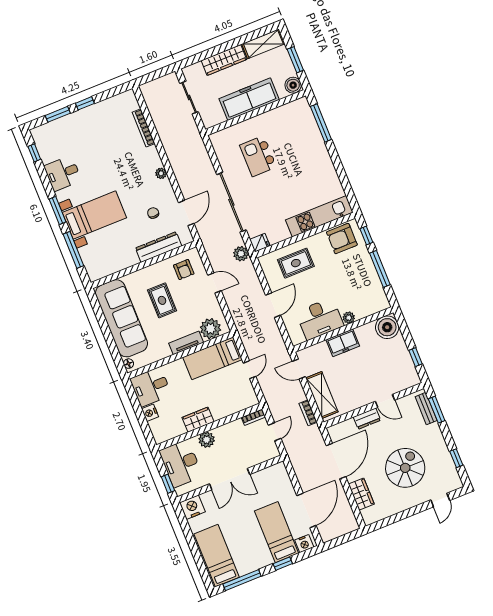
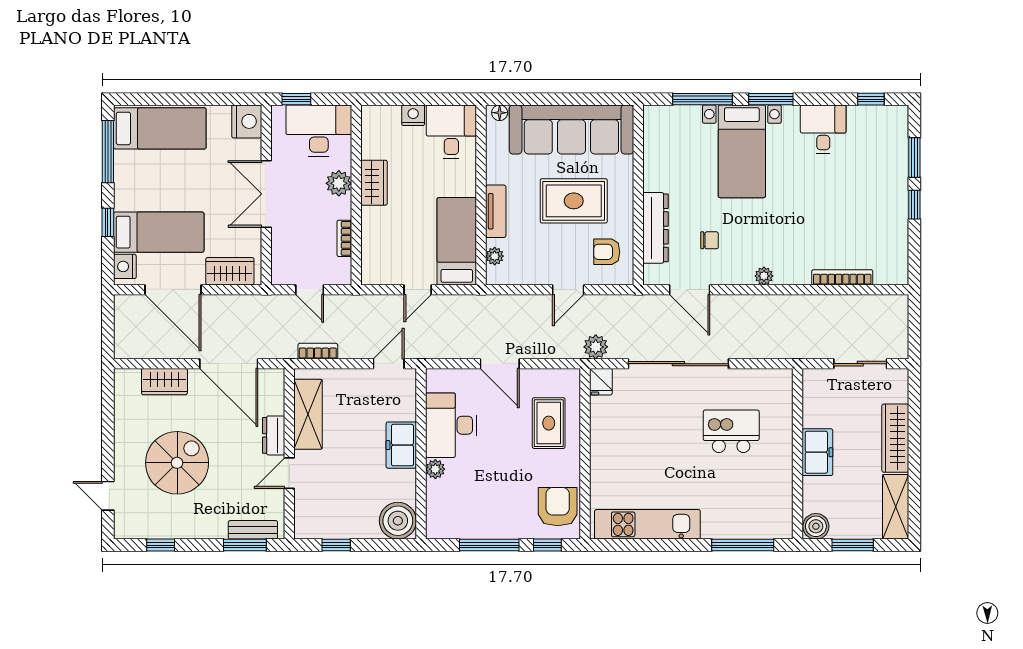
freezer: (249, 99) -> (817, 452), width x0.52, depth x0.79
kitchen unit: (319, 216) -> (647, 524), moved, turned -90
rug: (162, 300) -> (574, 201), width x1.36, depth x1.43
plant: (210, 329) -> (495, 256), width x0.53, depth x0.53
door: (250, 370) -> (418, 290), hinge flipped
shelving: (322, 395) -> (308, 414), moved, turned 90
bookcase: (253, 417) -> (344, 238), moved
spiral stairs: (405, 468) -> (177, 463), turned -90
wardrobe: (283, 482) -> (230, 271), added

